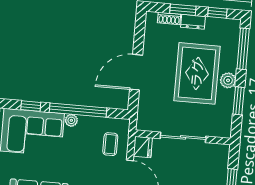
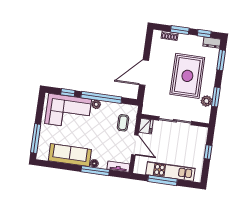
dresser: (193, 22) -> (212, 43), moved
window: (243, 49) -> (221, 60), width x0.69
plant: (228, 80) -> (206, 101), moved

